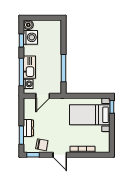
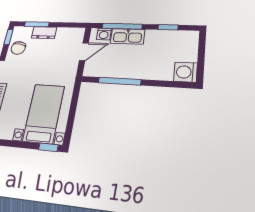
boiler: (28, 25) -> (191, 37), removed
washing machine: (30, 37) -> (185, 72), moved, turned 90
door: (43, 96) -> (84, 52), swing flipped

